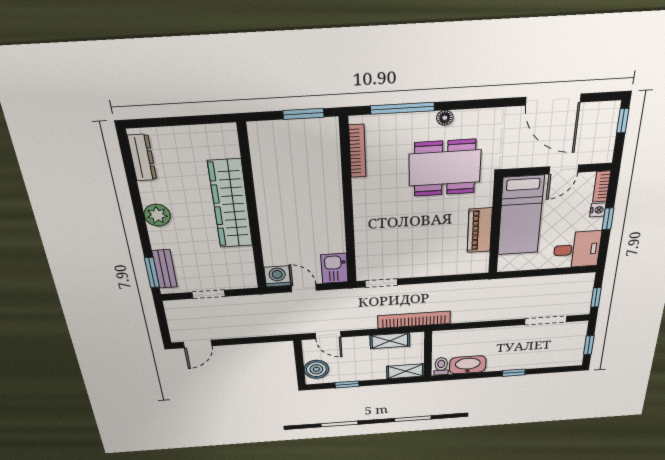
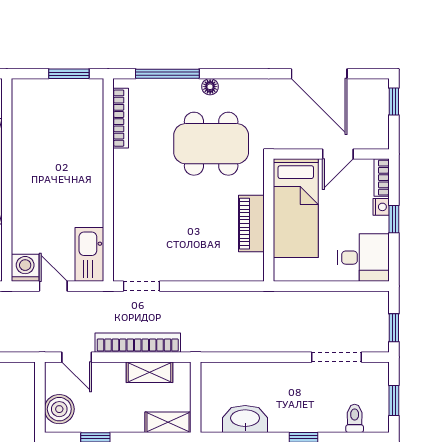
kitchen sink: (334, 268) -> (89, 254), width x1.38
bookcase: (414, 320) -> (138, 343), moved
toilet: (441, 366) -> (355, 418), moved

